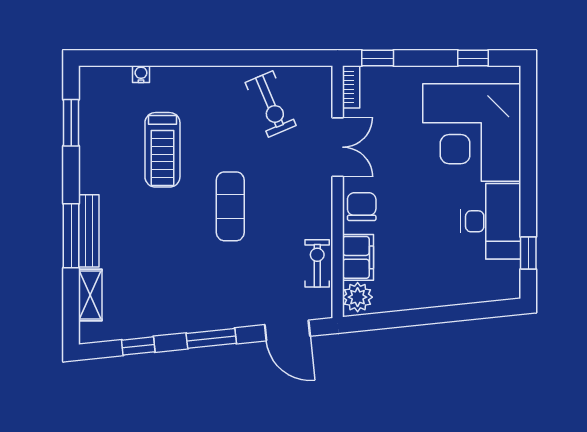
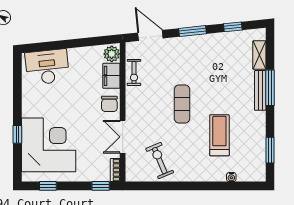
desk: (491, 221) -> (47, 67), moved, turned 84
window: (528, 253) -> (17, 134), moved

